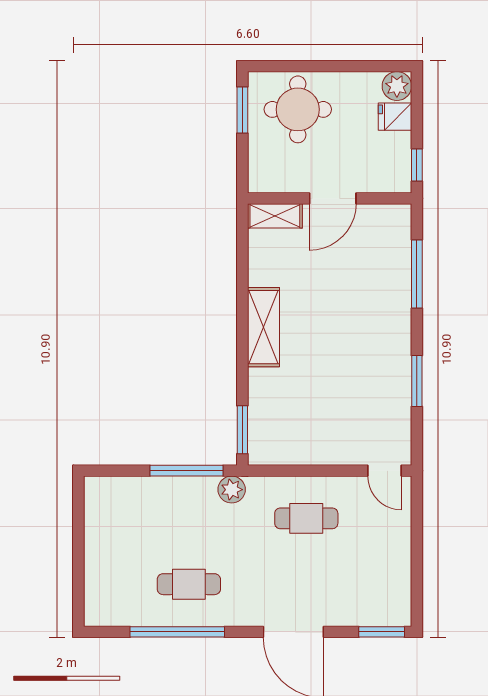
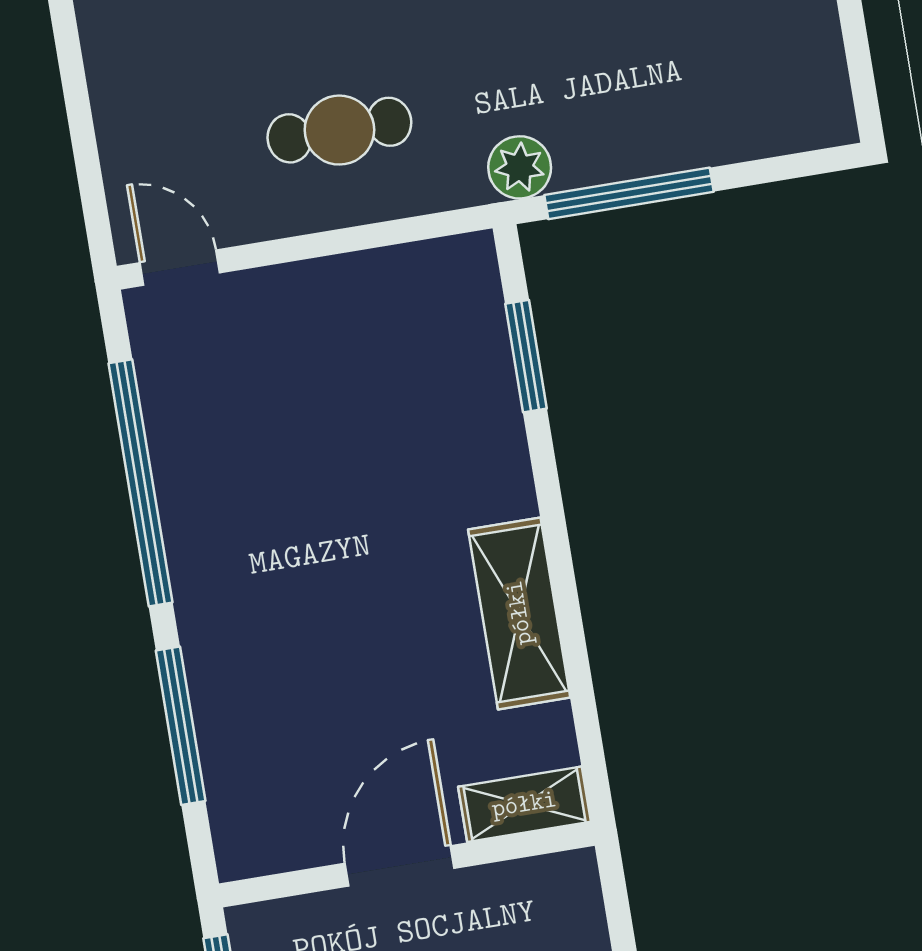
shelving: (263, 327) -> (519, 613), moved
window: (417, 381) -> (140, 483), width x2.11
window: (242, 430) -> (526, 356), moved

